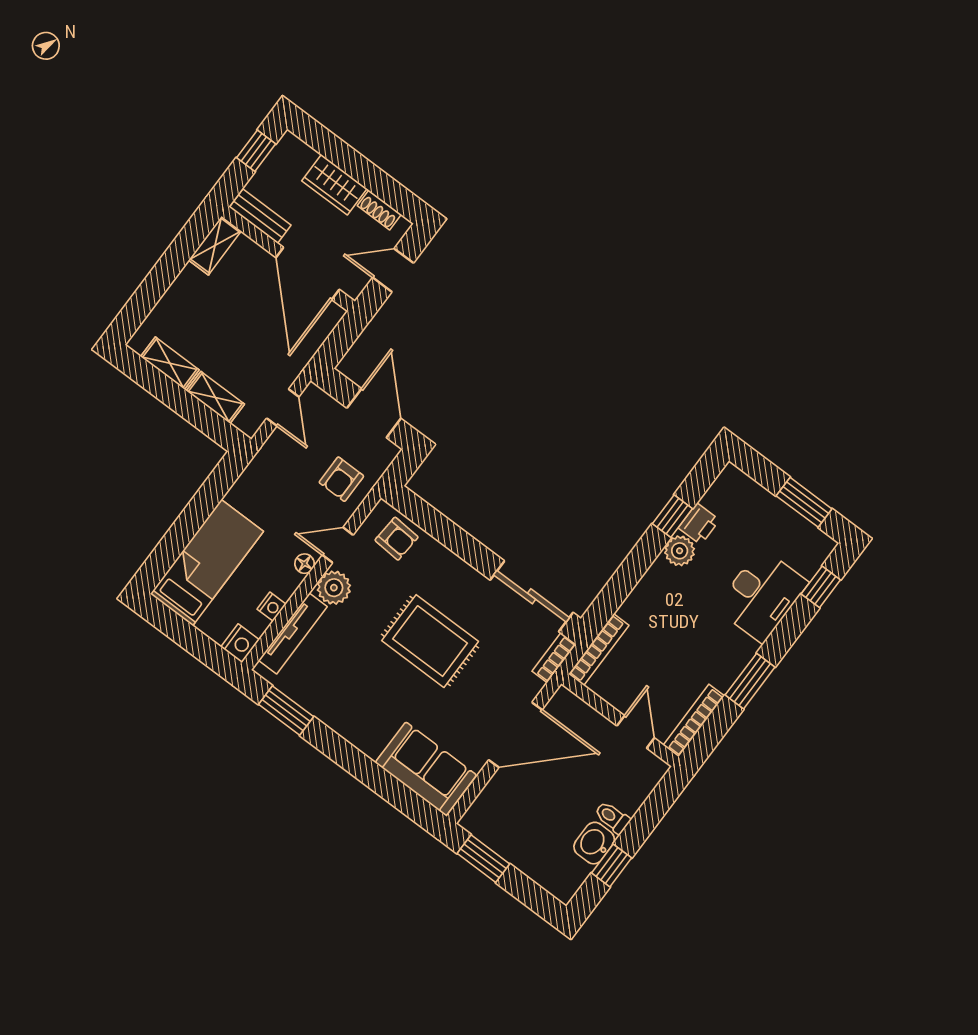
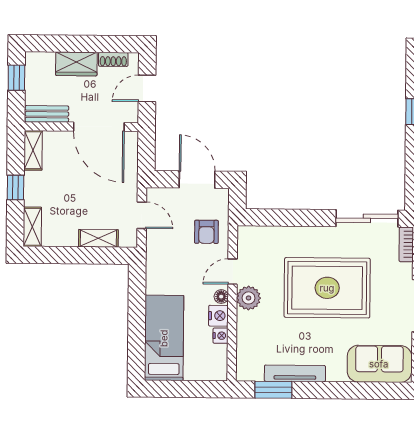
window: (165, 273) -> (15, 188), added
shelving: (170, 363) -> (32, 227), moved, turned 90
armchair: (397, 539) -> (264, 243), removed
tv unit: (293, 633) -> (295, 373), moved, turned -90
rug: (430, 641) -> (327, 288), width x1.37, depth x1.44
nightstand: (240, 643) -> (218, 316), moved

